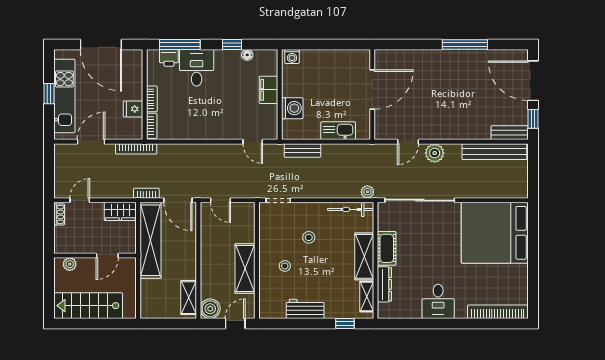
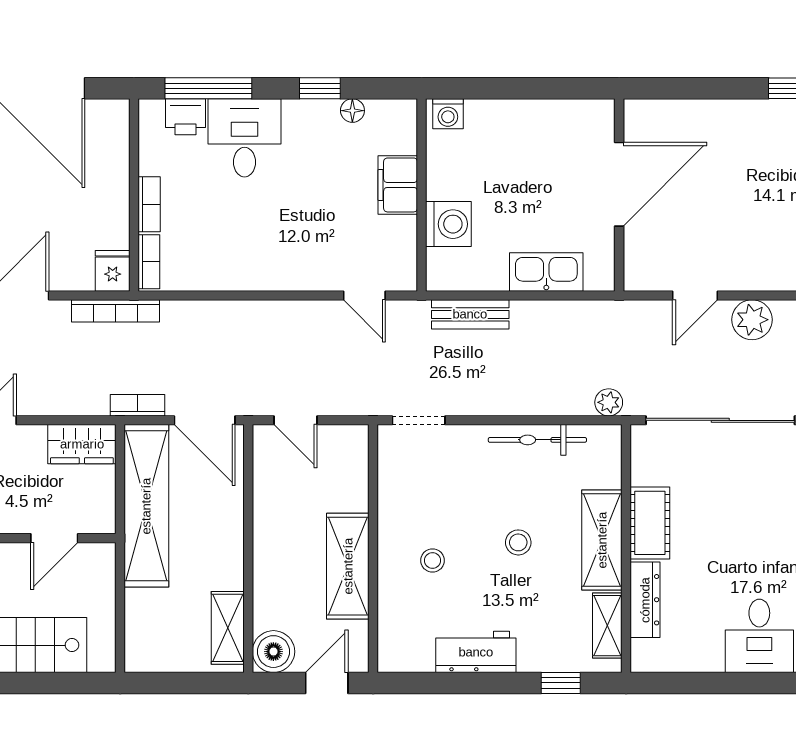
fridge: (133, 109) -> (113, 271), moved, turned 90
bicycle: (351, 209) -> (537, 440), moved
stool: (309, 237) -> (518, 542), moved

